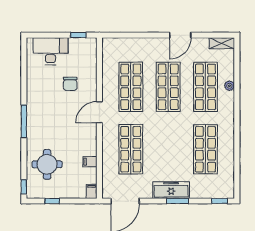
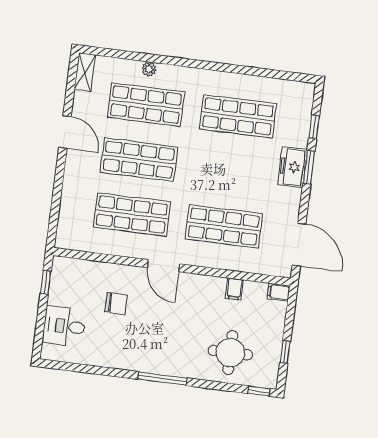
desk: (50, 51) -> (64, 326), width x0.73
freezer: (171, 190) -> (292, 167), width x0.71
window: (220, 201) -> (314, 127), moved

